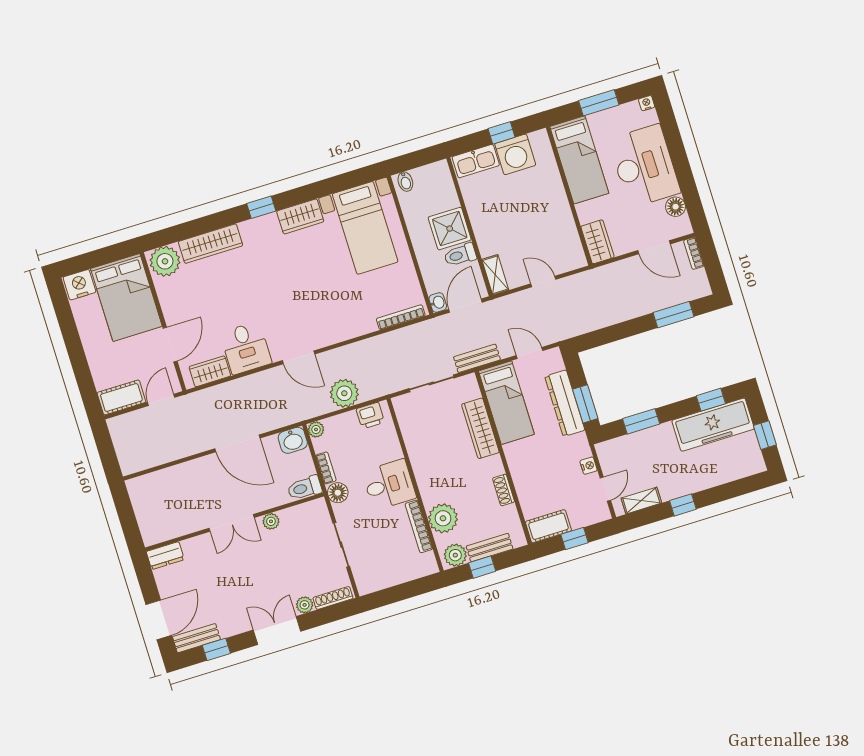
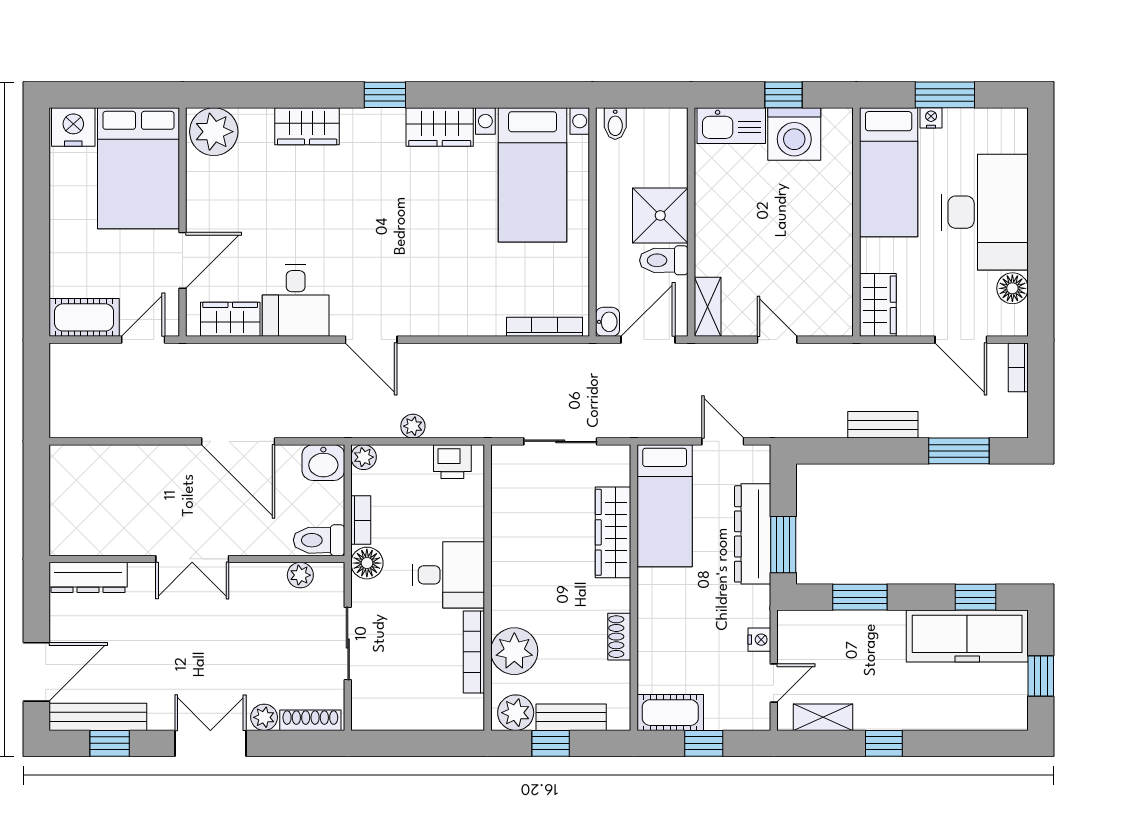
nightstand: (647, 103) -> (931, 118), moved
wardrobe: (210, 244) -> (307, 126), width x0.67
bench: (477, 358) -> (883, 425), moved
plant: (344, 393) -> (413, 426), width x0.53, depth x0.53
plant: (271, 521) -> (300, 575), moved
dresser: (165, 556) -> (88, 577), width x1.44
bench: (196, 638) -> (98, 717), width x1.36

